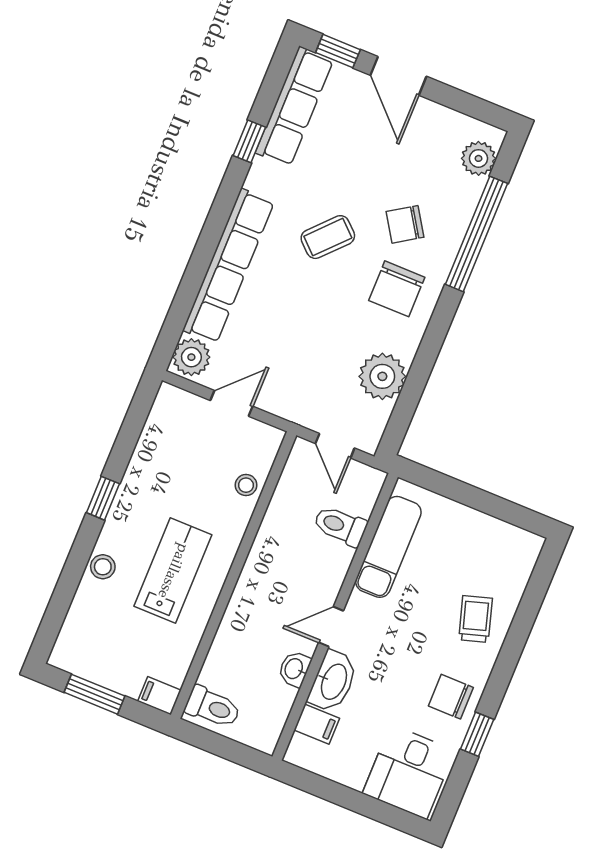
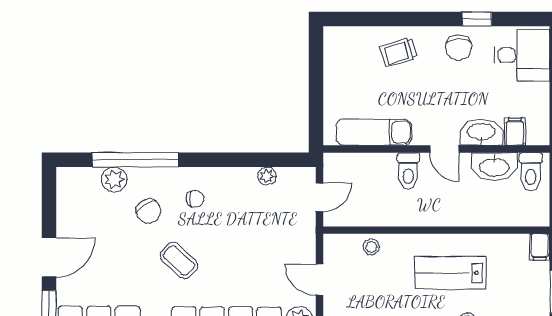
plant: (479, 158) -> (114, 179), moved
chair: (397, 289) -> (195, 199), width x0.54, depth x0.54
plant: (382, 376) -> (267, 176), width x0.53, depth x0.53
toilet: (340, 526) -> (408, 171), moved
washbasin: (294, 669) -> (494, 167), width x1.91, depth x1.45
toilet: (213, 707) -> (531, 172), moved, turned 180

